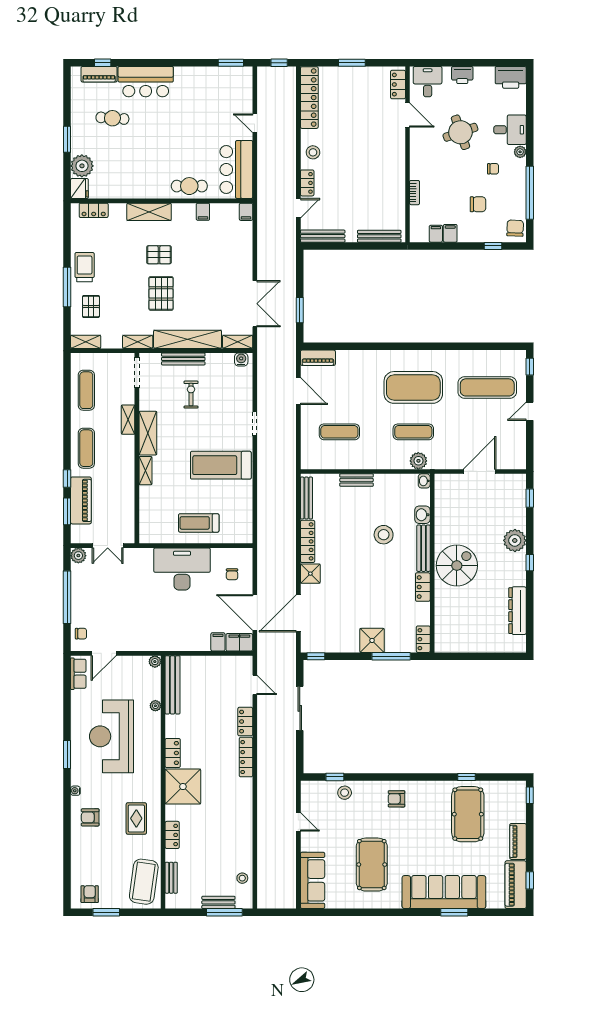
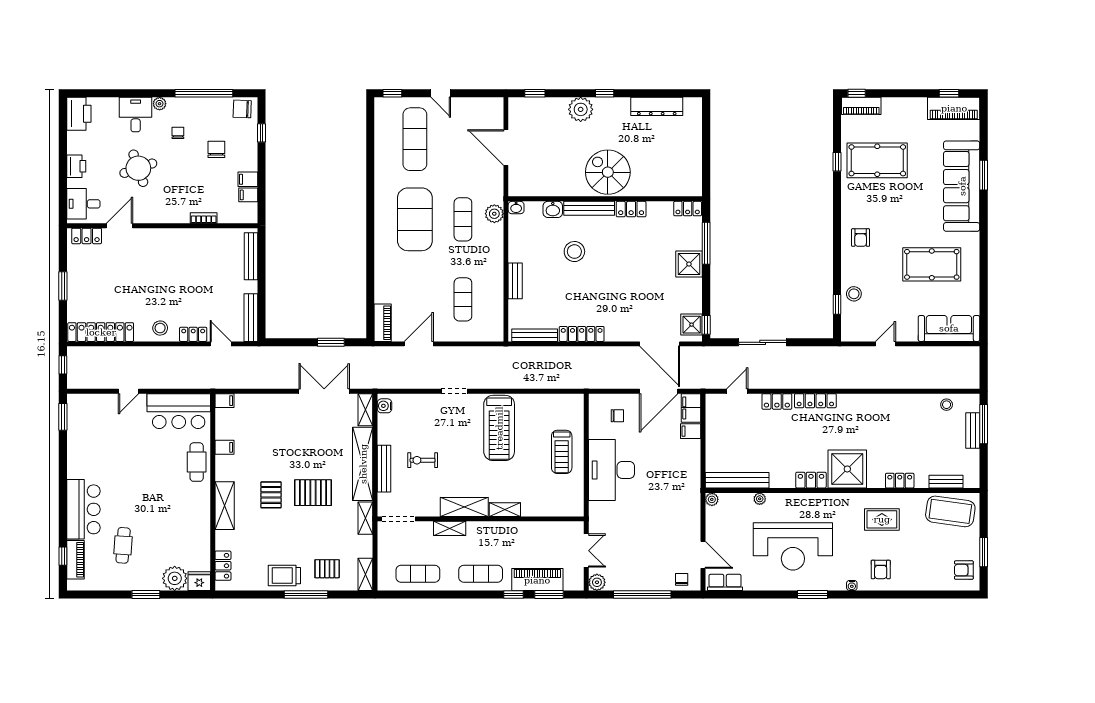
shower: (310, 574) -> (692, 325), moved
piano: (518, 841) -> (861, 106), moved

